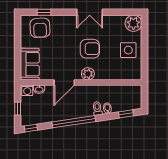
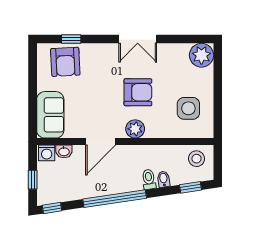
side table: (128, 50) -> (188, 108), moved
stool: (130, 94) -> (197, 159), added

